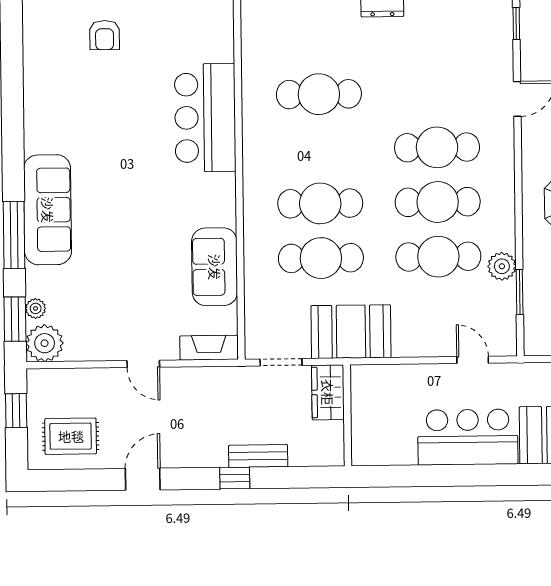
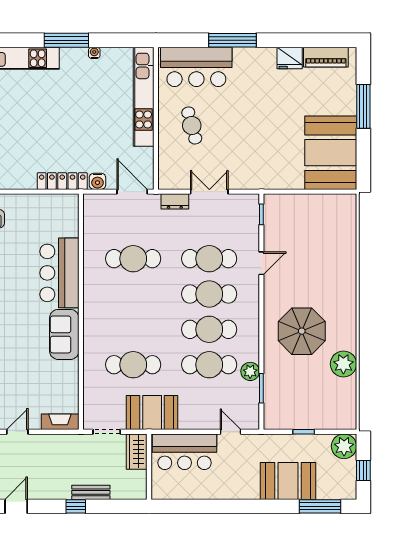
cafe table: (320, 203) -> (209, 259), moved
sofa: (215, 267) -> (64, 334), moved
door: (143, 364) -> (17, 432), swing flipped
bar counter: (468, 437) -> (185, 452), moved, turned 180

